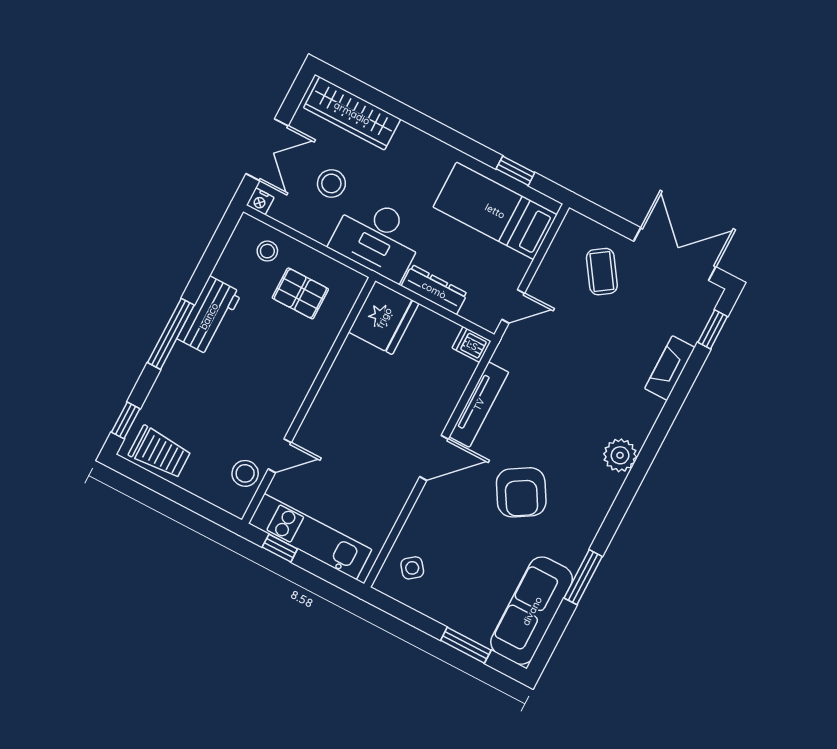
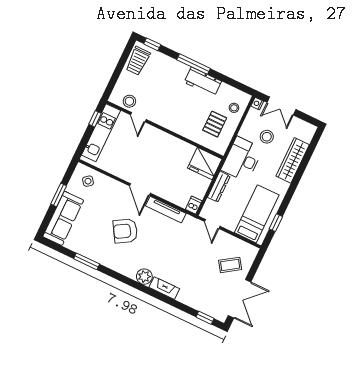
wardrobe: (352, 113) -> (293, 160), moved
fireplace: (670, 368) -> (164, 288), moved
sofa: (532, 611) -> (63, 218), moved, turned 90
window: (466, 645) -> (59, 195), moved

